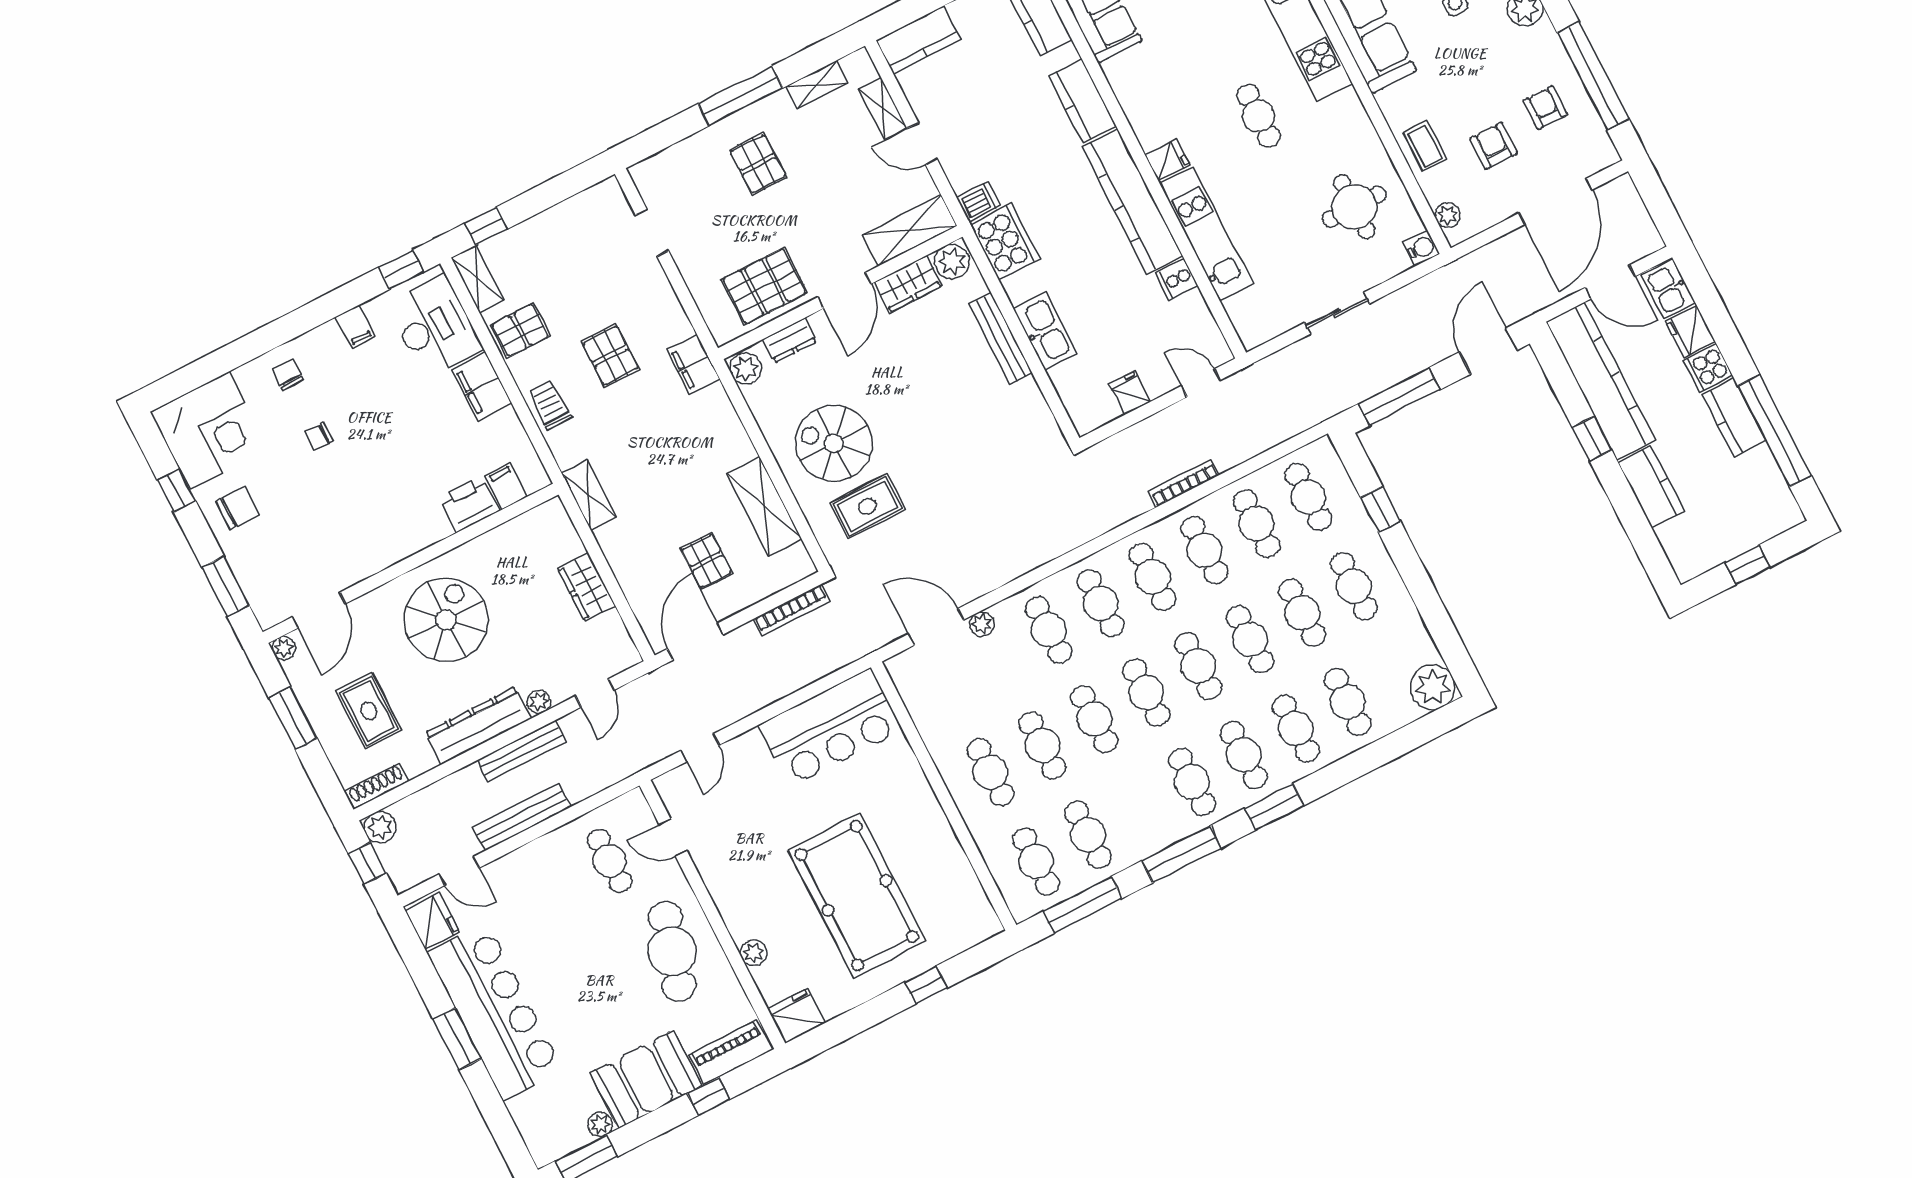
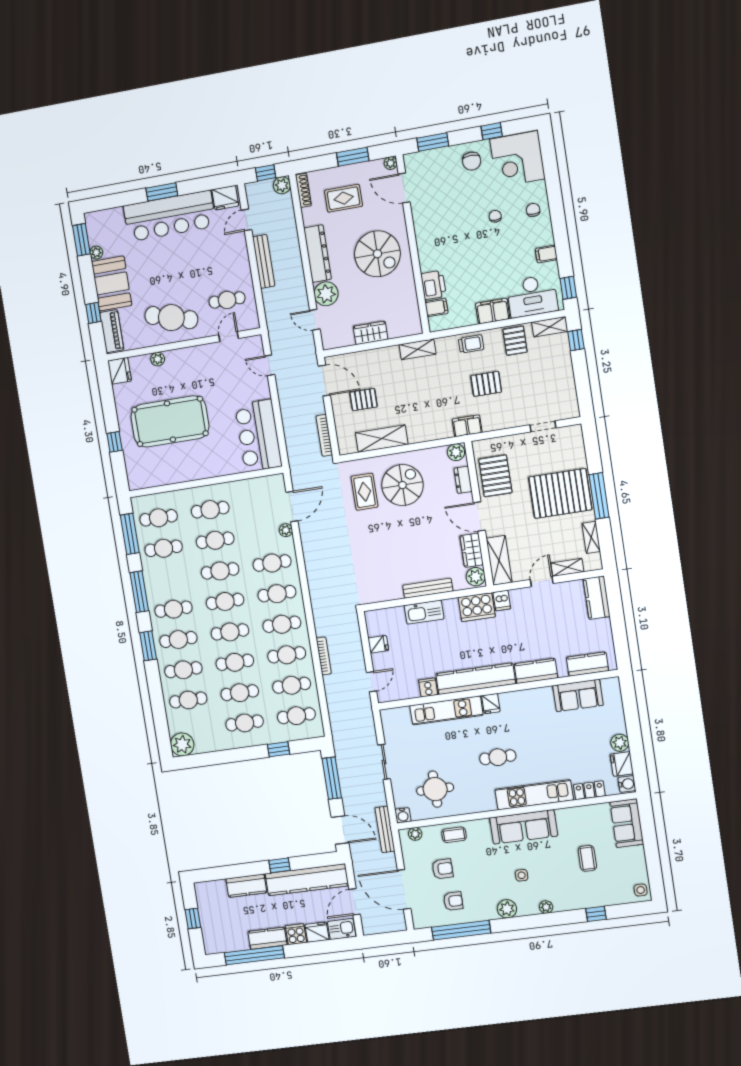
pallet: (758, 164) -> (560, 493), width x2.05, depth x2.00
chair: (288, 374) -> (533, 210), turned -90
plant: (539, 702) -> (326, 294), width x1.87, depth x1.87
bench: (522, 751) -> (385, 829), moved

